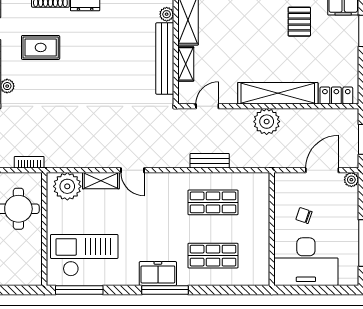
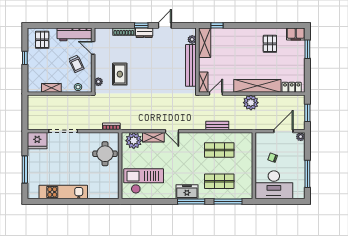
rug: (41, 47) -> (120, 74), moved, turned 90
shelving: (186, 64) -> (203, 82), moved
window: (79, 290) -> (228, 201), moved

